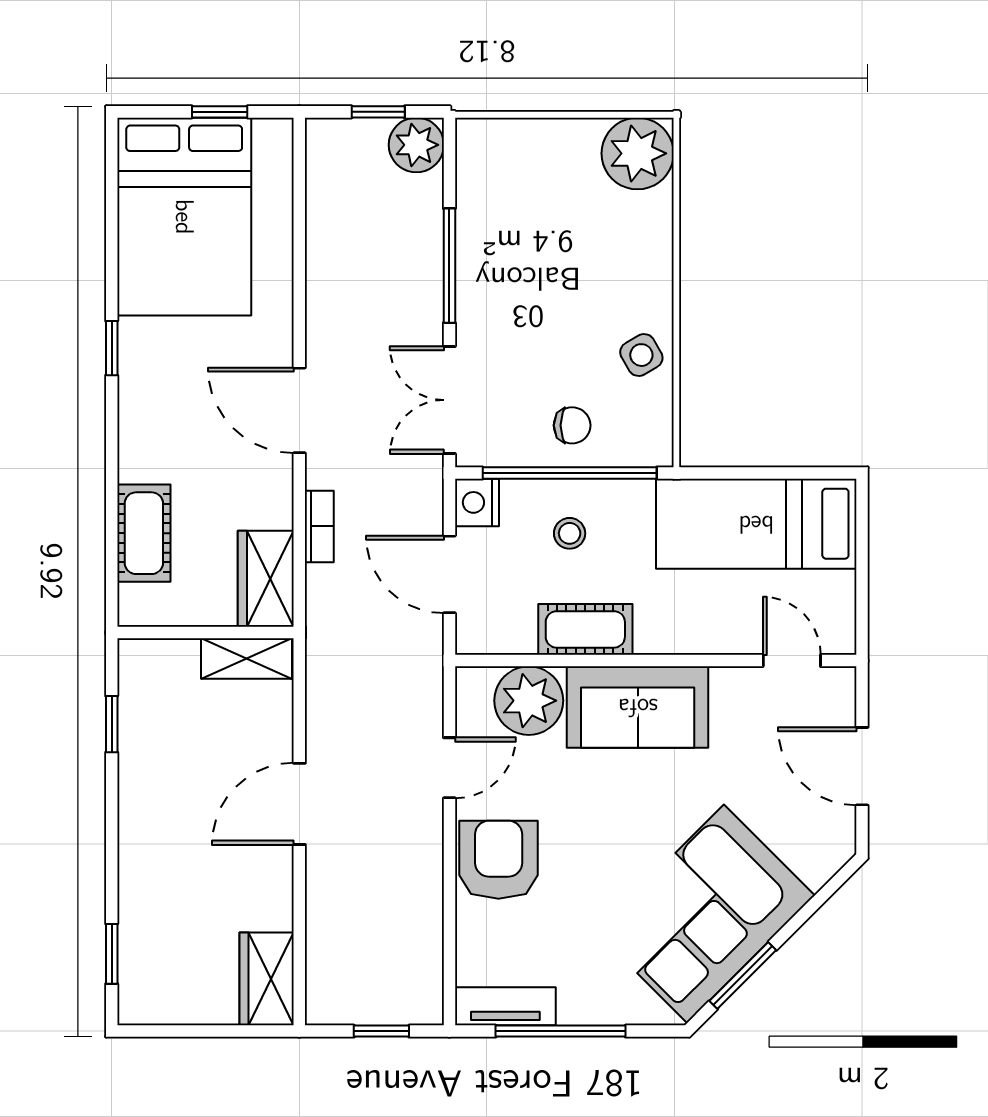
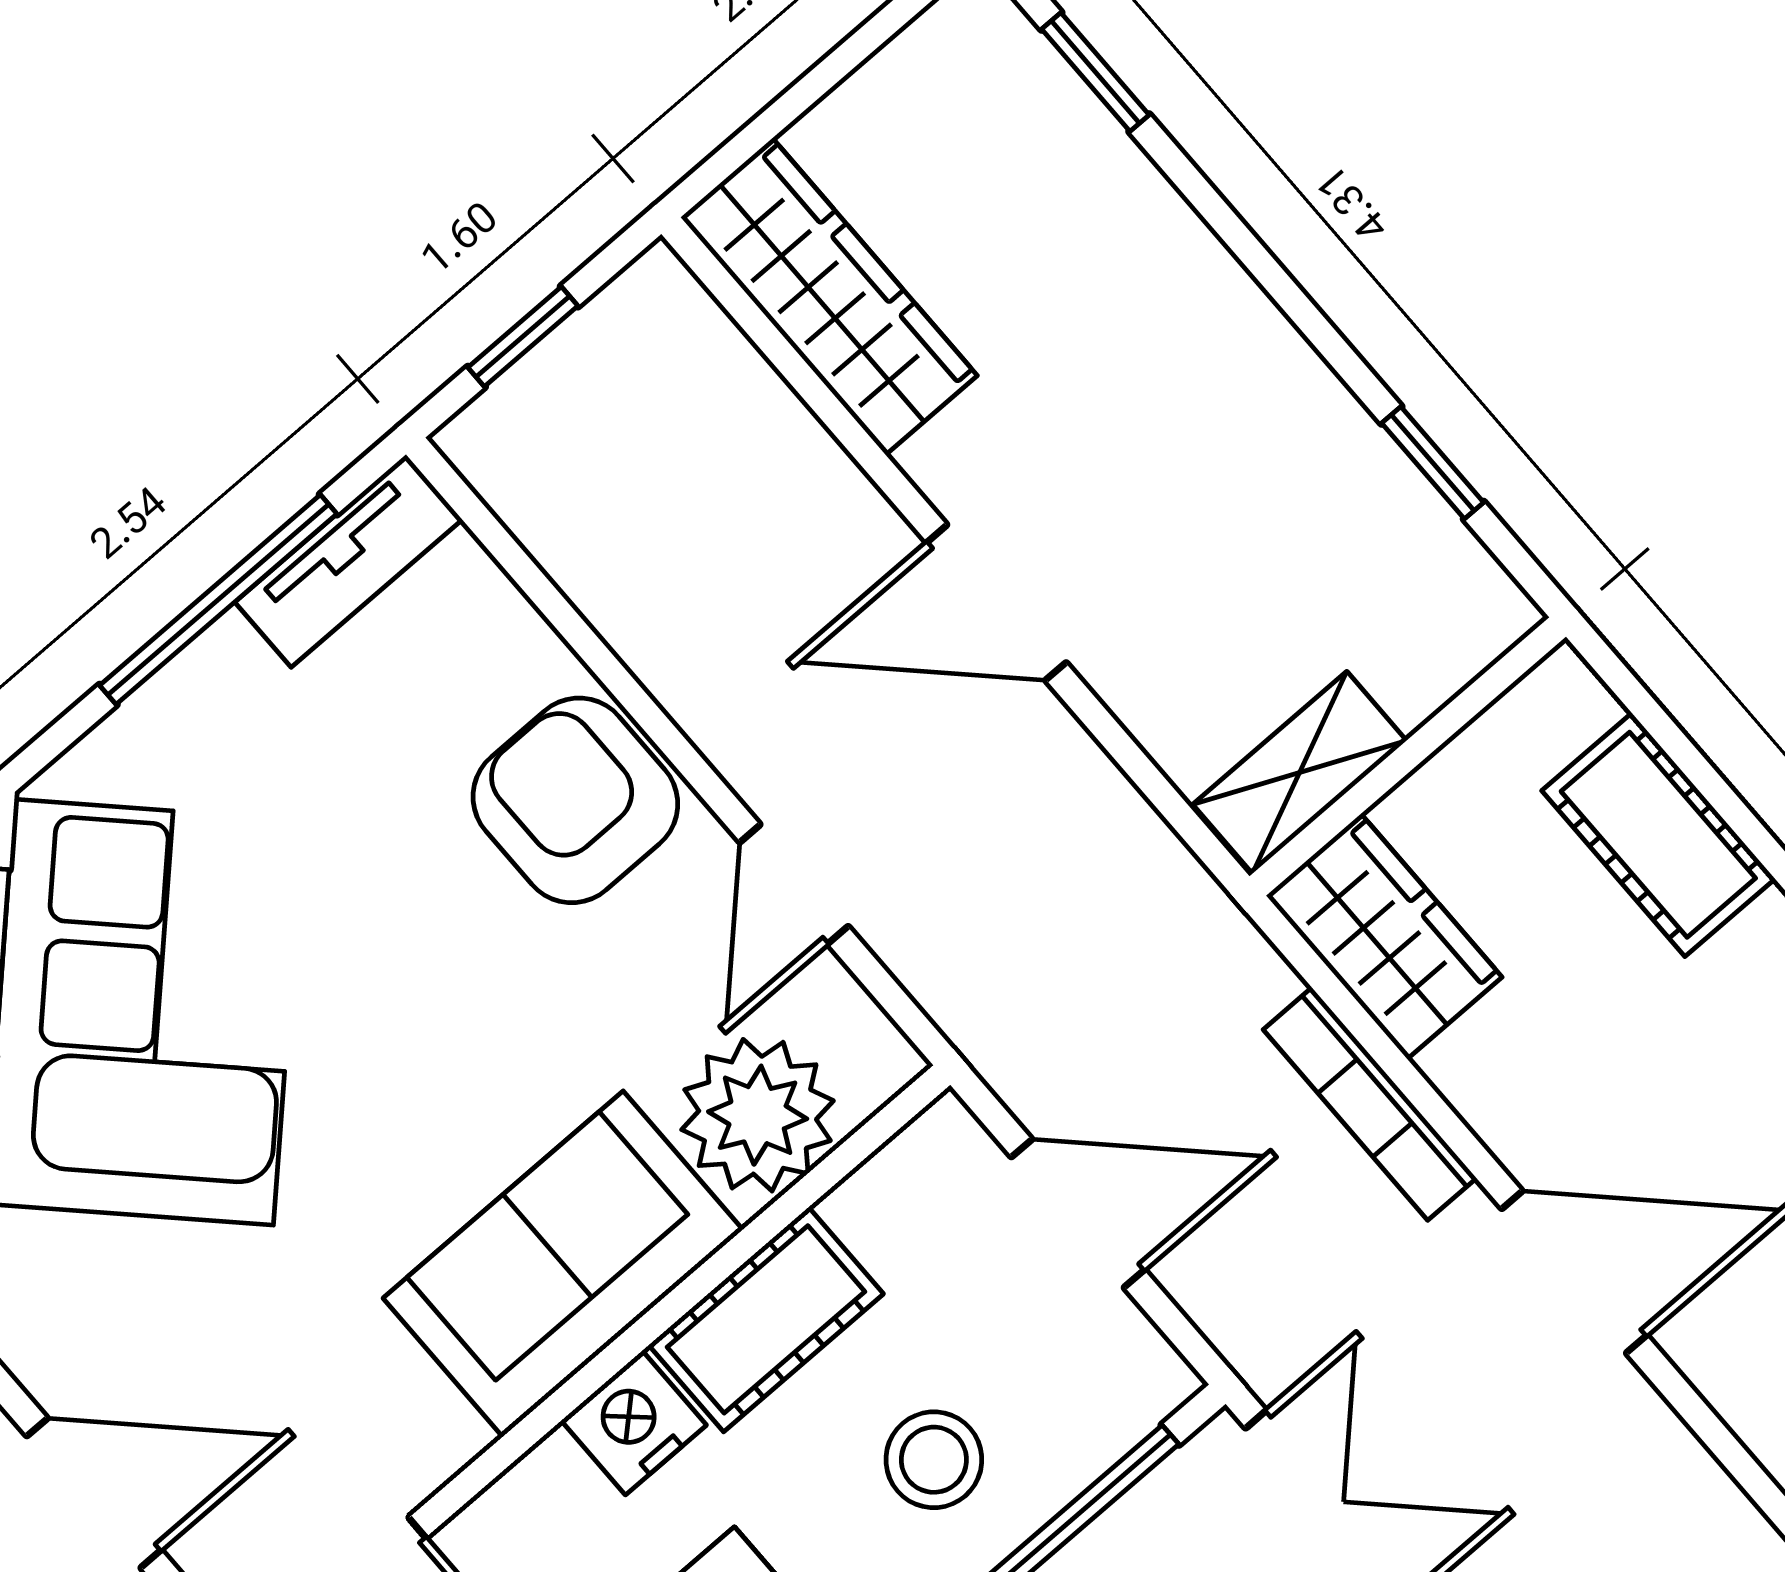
nightstand: (477, 502) -> (634, 1423), moved, turned -90
bookcase: (319, 526) -> (1370, 1104), width x1.56
stool: (570, 533) -> (934, 1460), width x1.37, depth x1.37
door: (299, 804) -> (996, 602), swing flipped
armchair: (499, 860) -> (575, 800), turned 180
wardrobe: (267, 979) -> (829, 296), width x1.50

